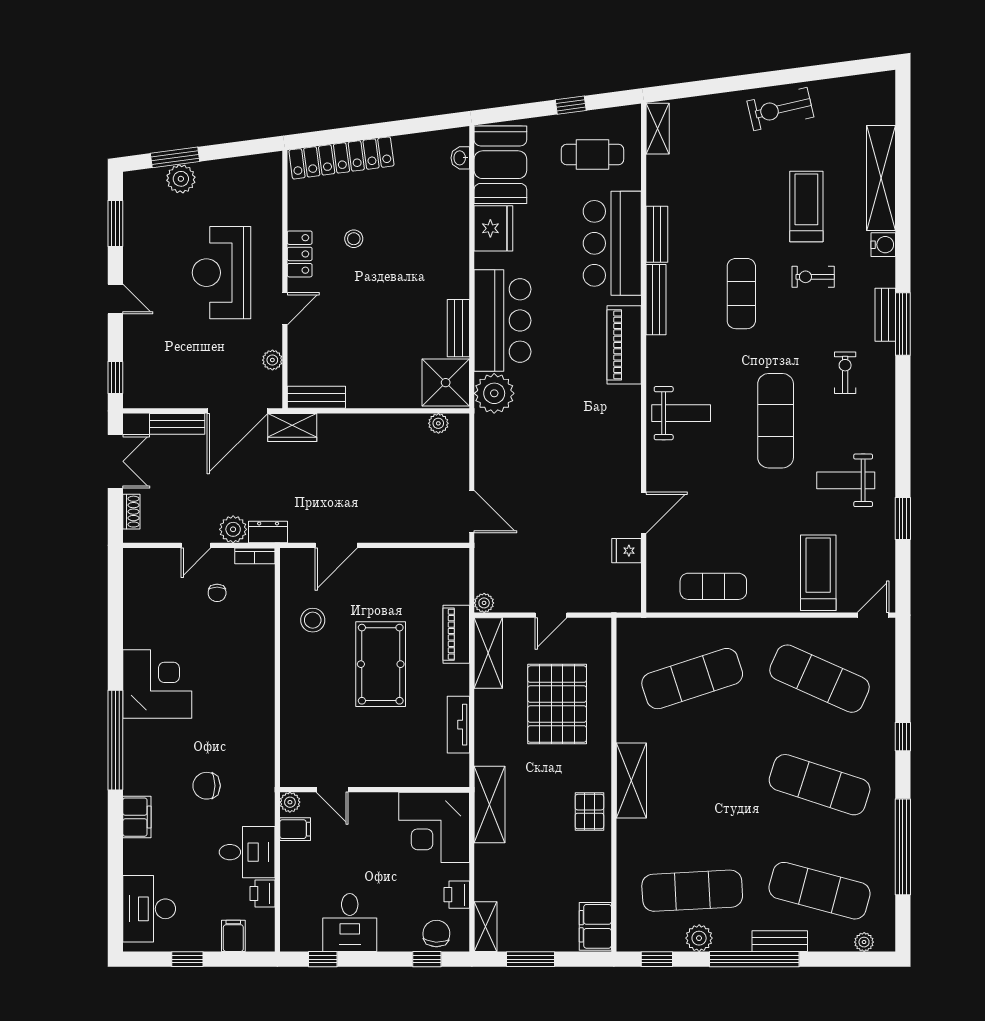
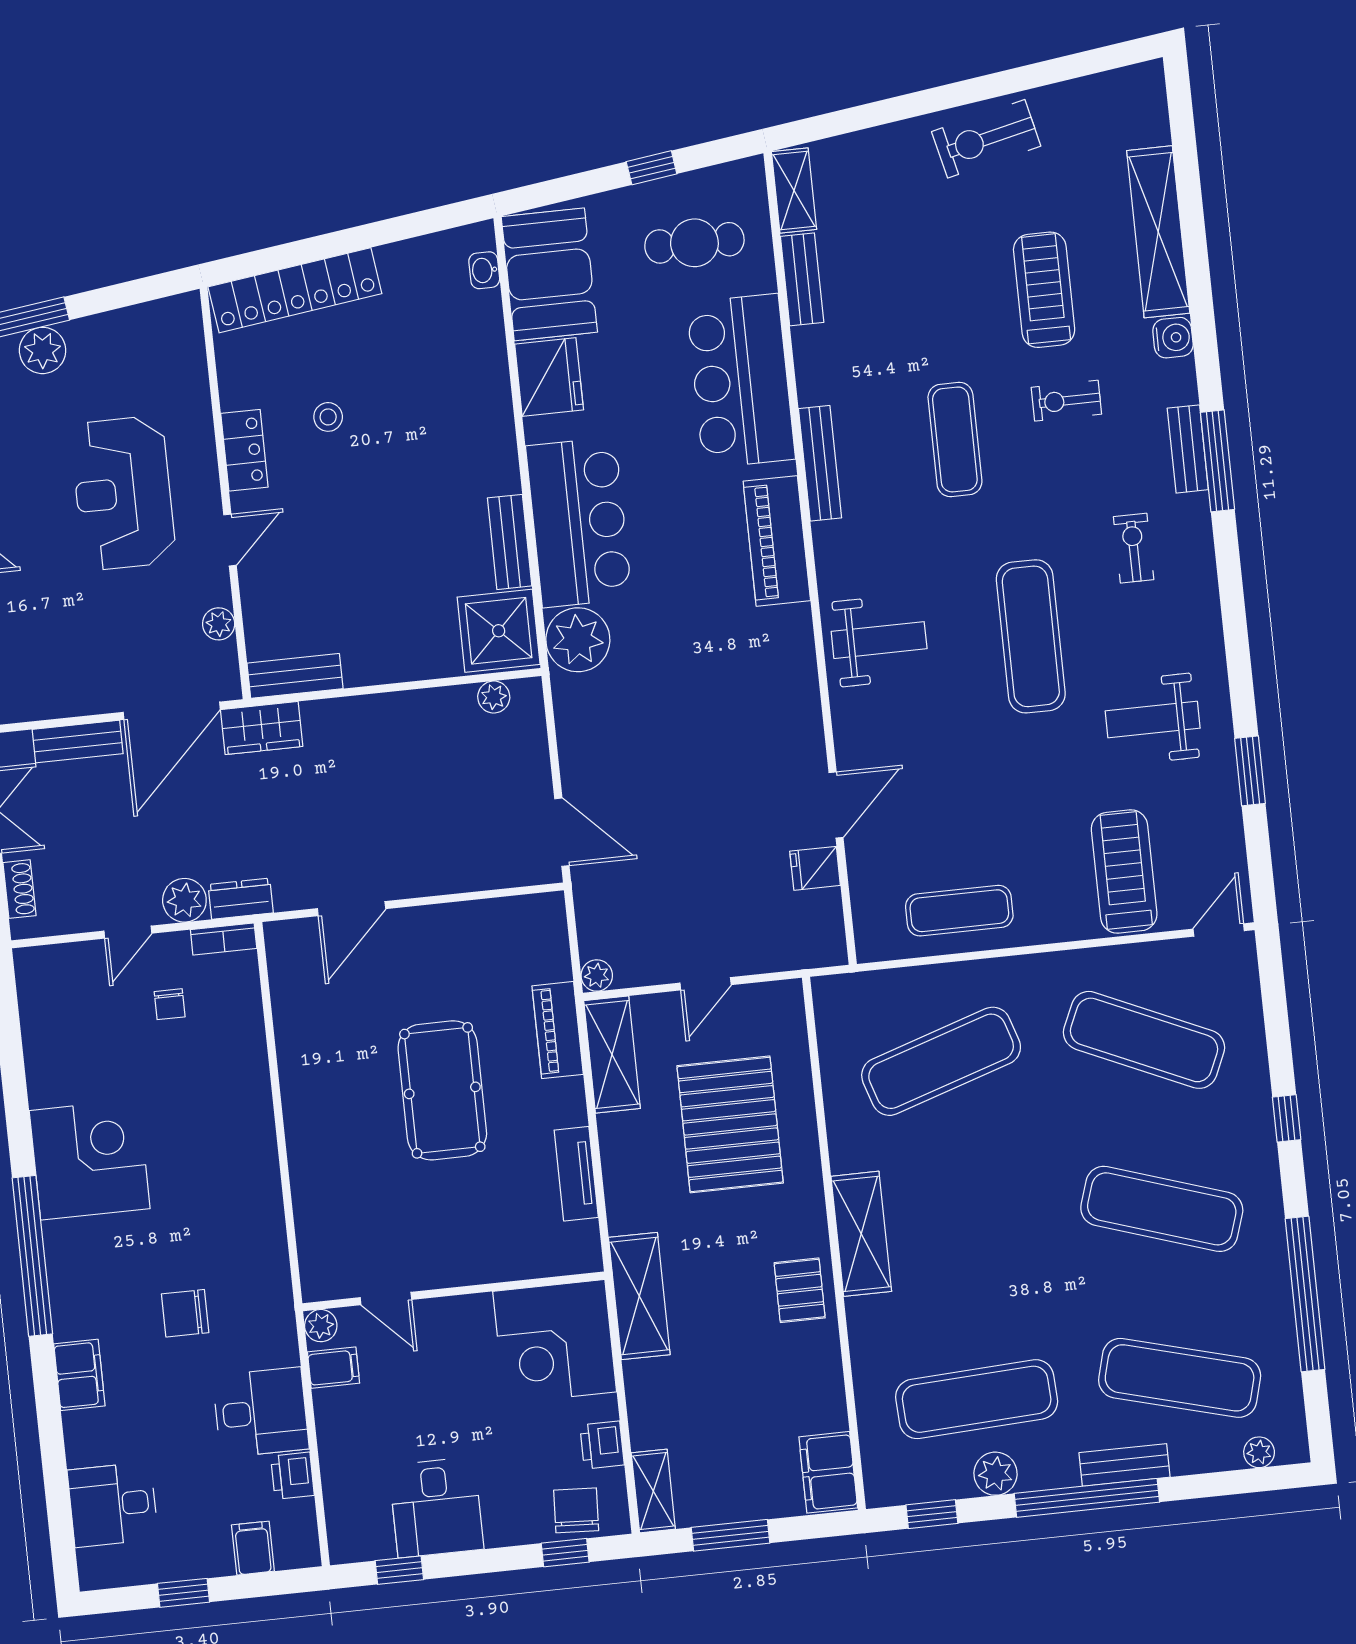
bench: (657, 234) -> (802, 279), moved
stool: (313, 620) -> (327, 1032), removed
desk: (149, 909) -> (113, 1505), width x0.73

